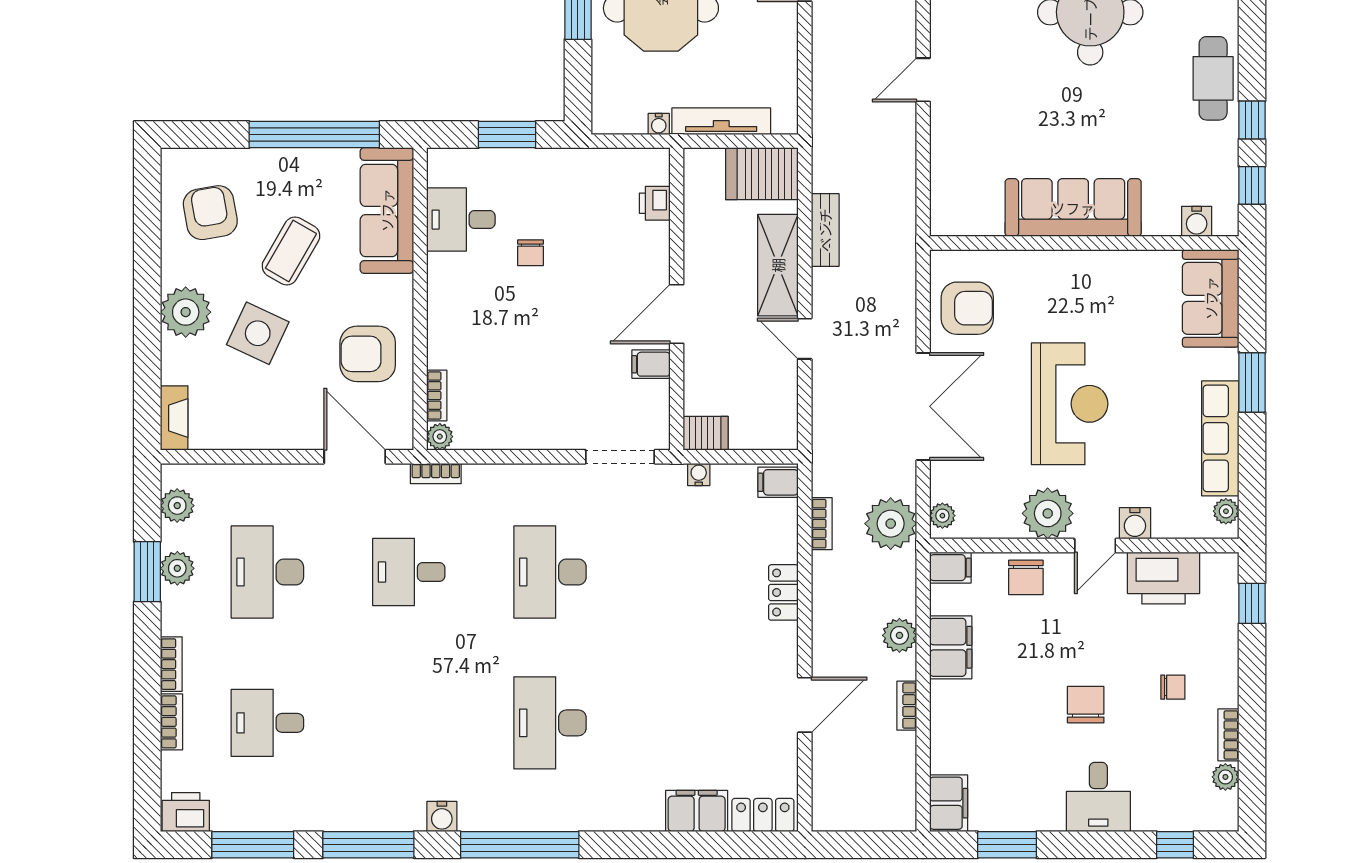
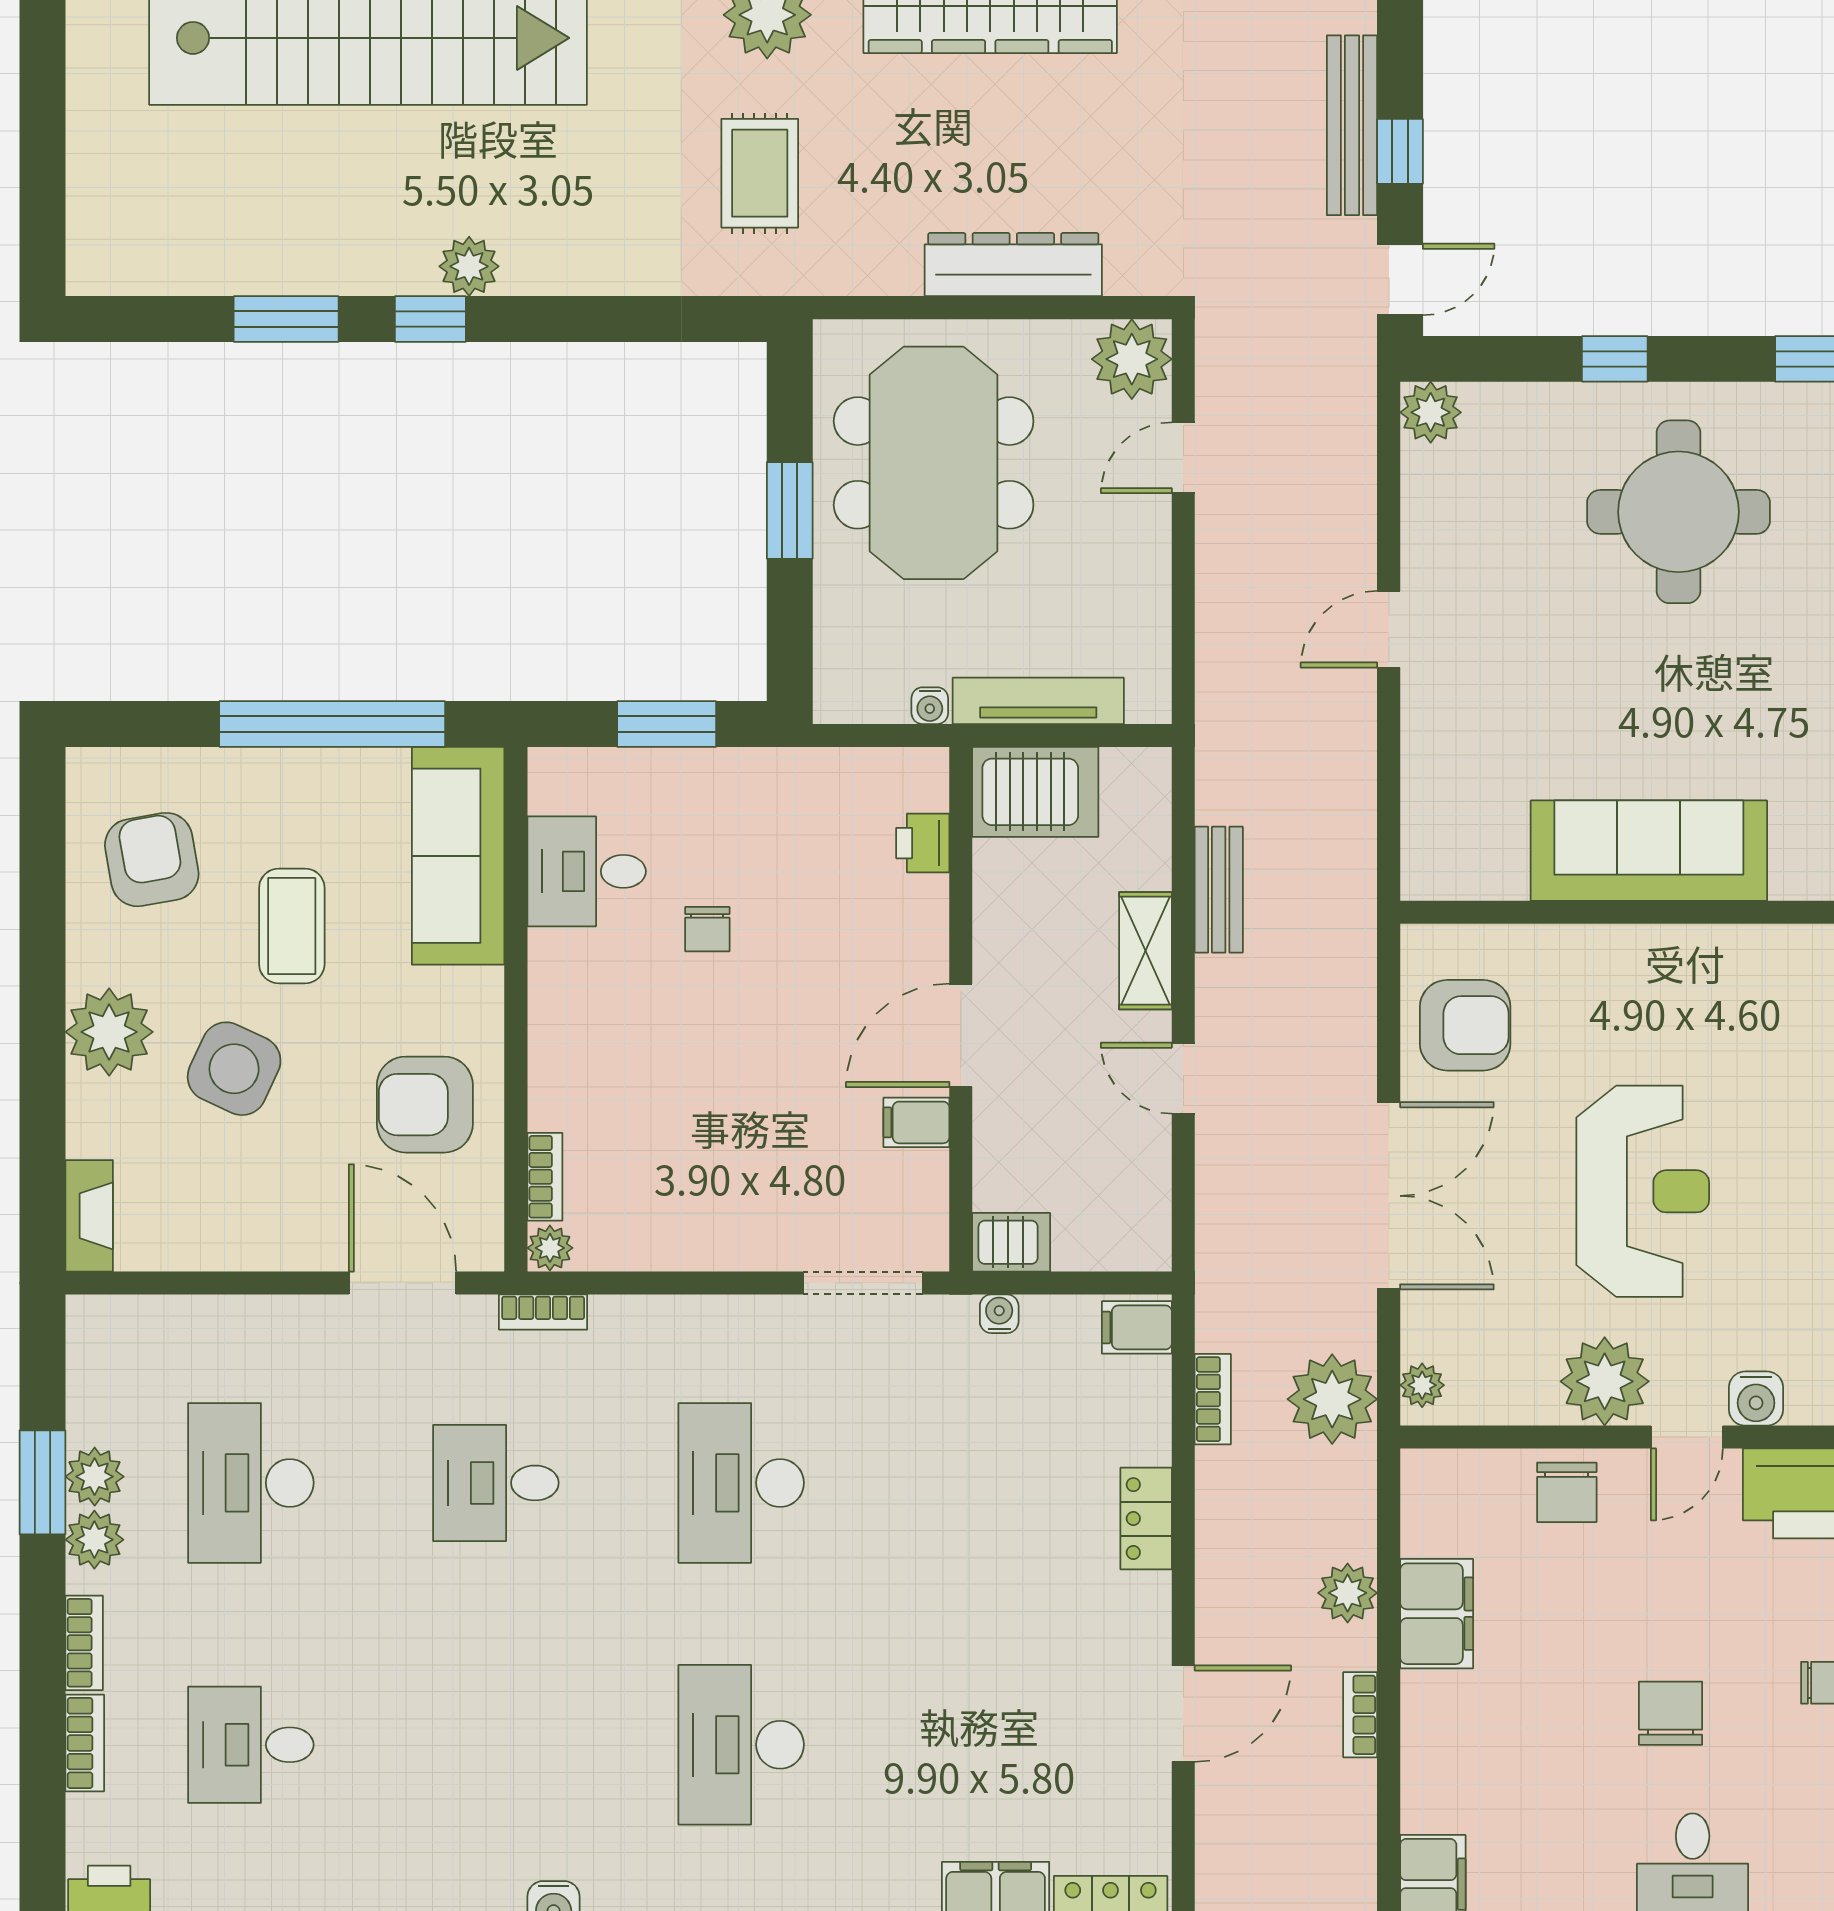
server rack: (762, 174) -> (1035, 792), moved, turned 180
coffee table: (291, 251) -> (292, 926), turned -30
shelving: (778, 265) -> (1145, 951), width x0.67, depth x0.75
plant: (177, 506) -> (94, 1540), moved
filing cabinet: (950, 568) -> (1436, 1475), removed

